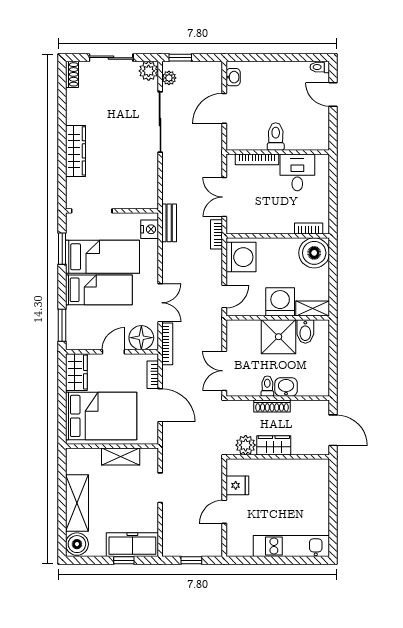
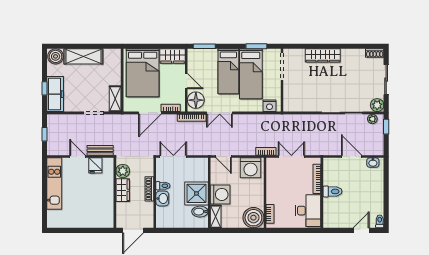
desk: (297, 172) -> (308, 211), width x1.37
bench: (169, 223) -> (100, 150), moved
shelving: (121, 457) -> (115, 99), moved
kitchen unit: (291, 546) -> (54, 184), moved

